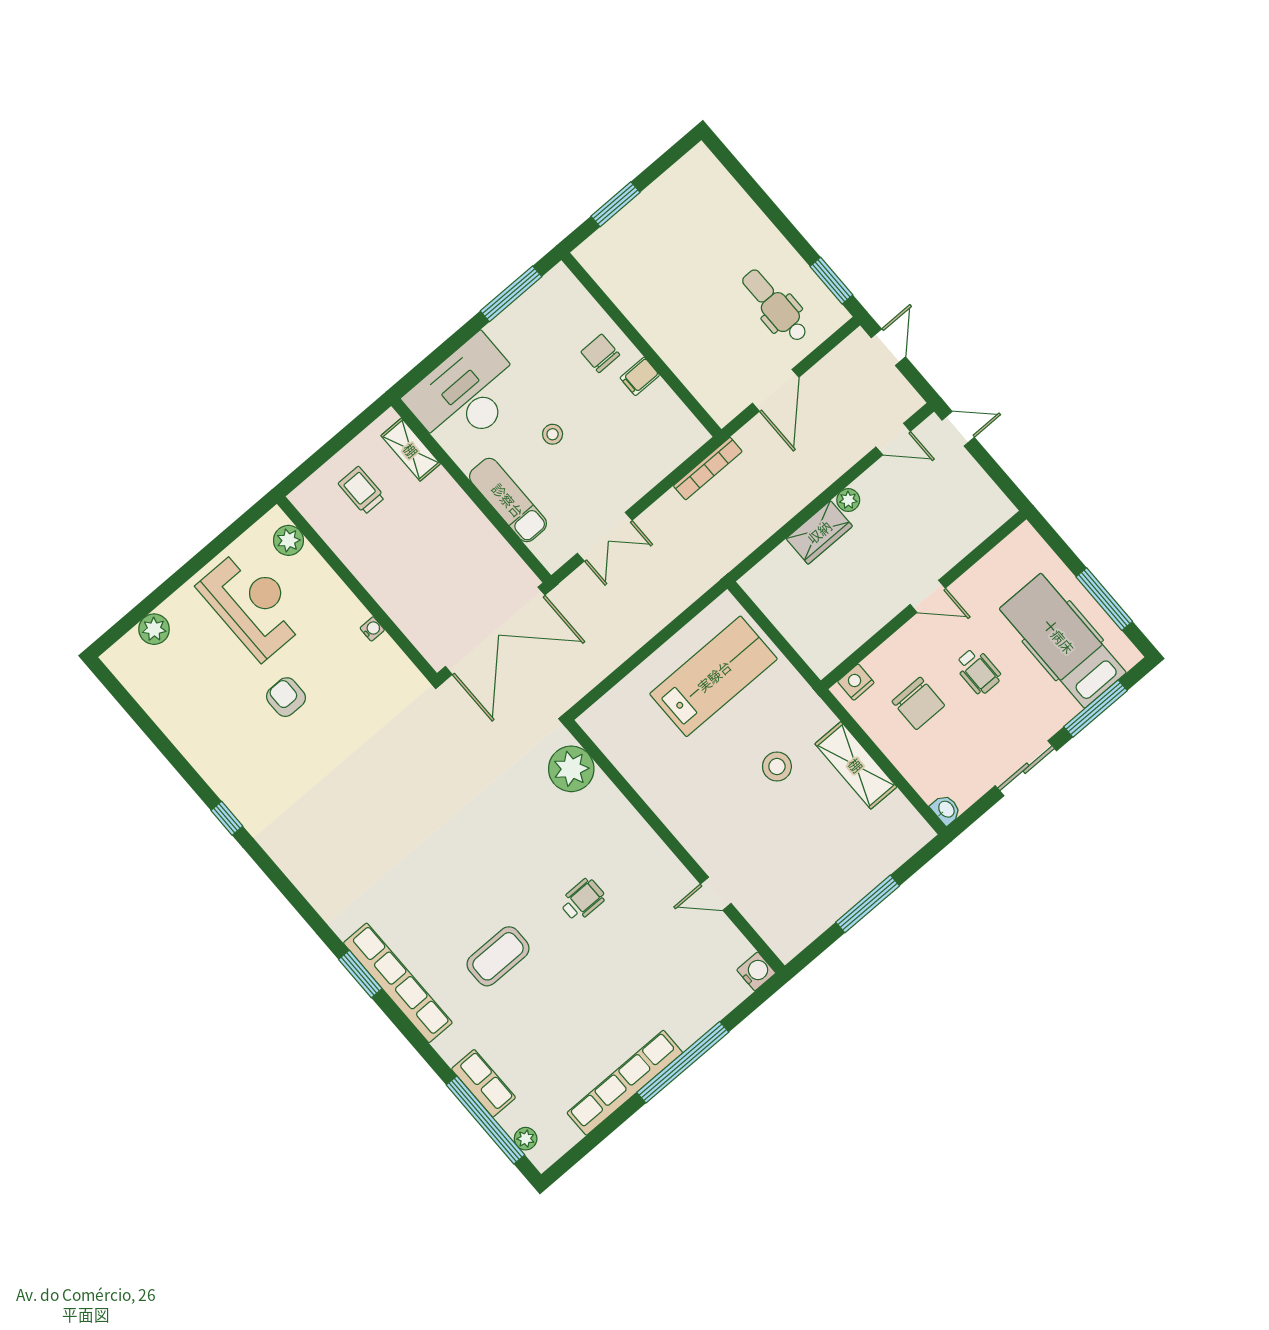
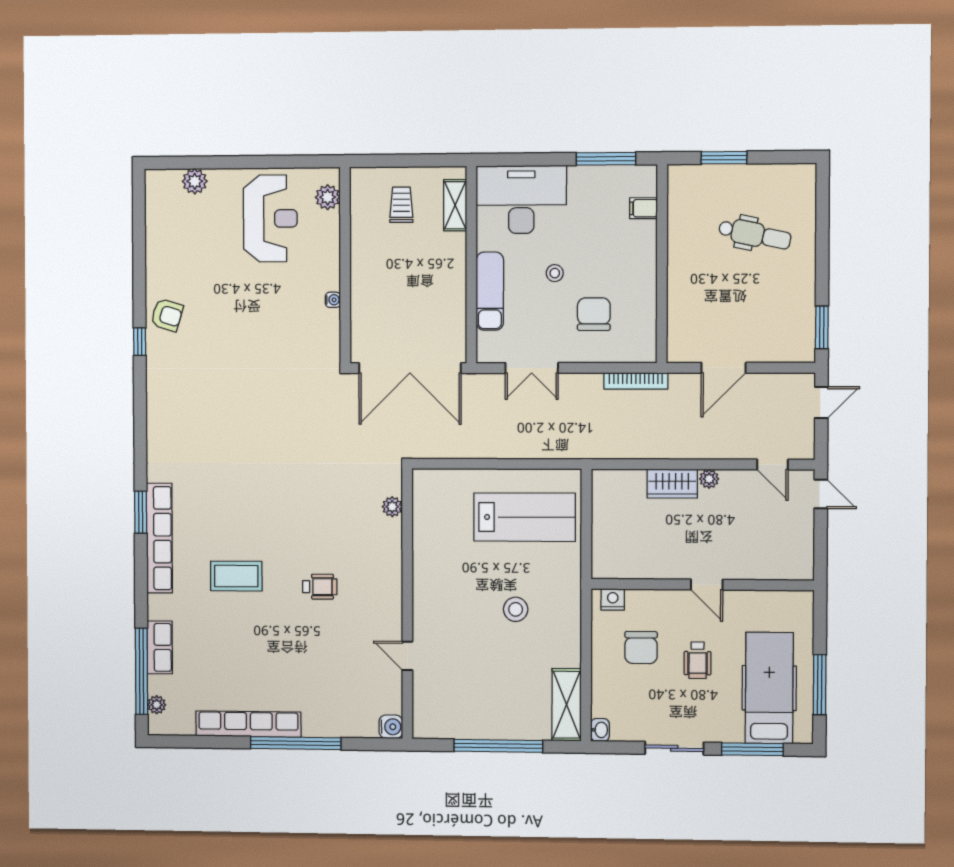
dental chair: (775, 306) -> (755, 234), moved, turned 102
chair: (600, 353) -> (594, 314), moved, width x1.37, depth x1.37
filing cabinet: (640, 376) -> (643, 208), moved
armchair: (286, 697) -> (167, 315), moved, turned 107
shelving: (856, 765) -> (567, 705), moved
plant: (571, 769) -> (392, 507), width x0.53, depth x0.53
window: (868, 904) -> (498, 746), width x1.46

